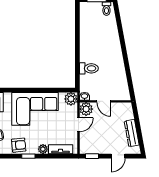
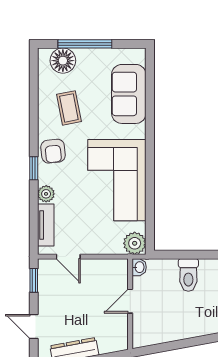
plant: (86, 109) -> (117, 270), removed
door: (78, 125) -> (68, 257), moved

